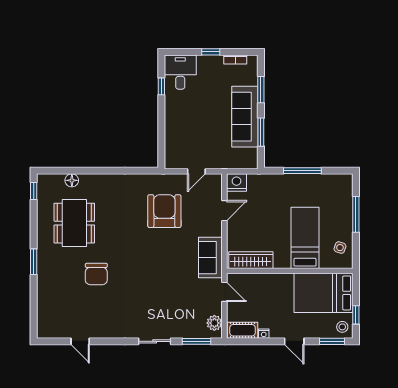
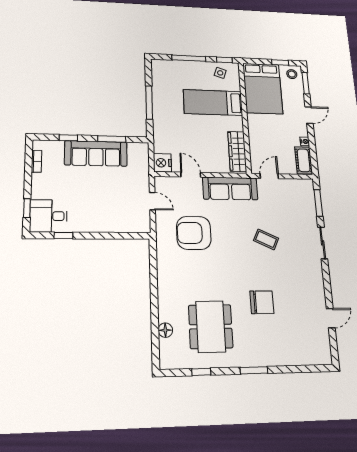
window: (211, 52) -> (27, 208), moved
window: (261, 90) -> (68, 138), width x0.67
window: (34, 191) -> (201, 372), moved
dining table: (74, 223) -> (211, 327), turned 90
window: (356, 253) -> (224, 60), added
sofa: (210, 258) -> (230, 189), width x1.36
coffee table: (158, 283) -> (266, 239), added
plant: (214, 323) -> (299, 186), removed

